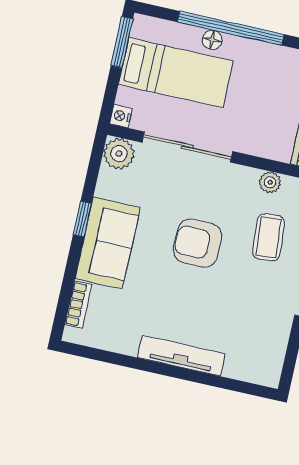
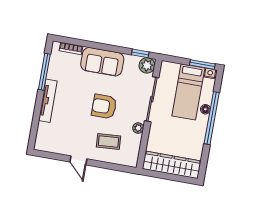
nightstand: (121, 116) -> (210, 73), moved
plant: (270, 182) -> (138, 128), moved
window: (82, 219) -> (140, 53), moved
armchair: (198, 243) -> (104, 106), turned -90
window: (123, 360) -> (44, 72), added

